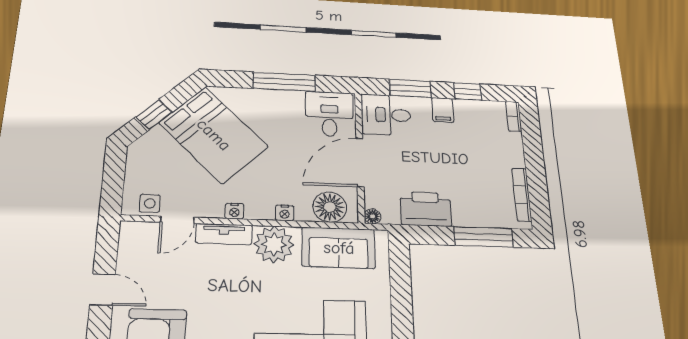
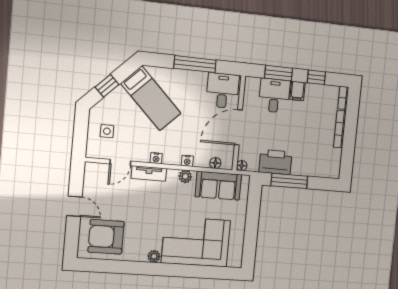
desk: (386, 115) -> (274, 96), moved, turned 90
bed: (214, 135) -> (151, 98), width x0.67
bookcase: (522, 195) -> (340, 129), moved
side table: (150, 203) -> (107, 131), moved
floor lamp: (330, 207) -> (215, 163), width x0.53, depth x0.53
window: (484, 237) -> (289, 181), moved
plant: (274, 244) -> (185, 176), width x0.53, depth x0.53

